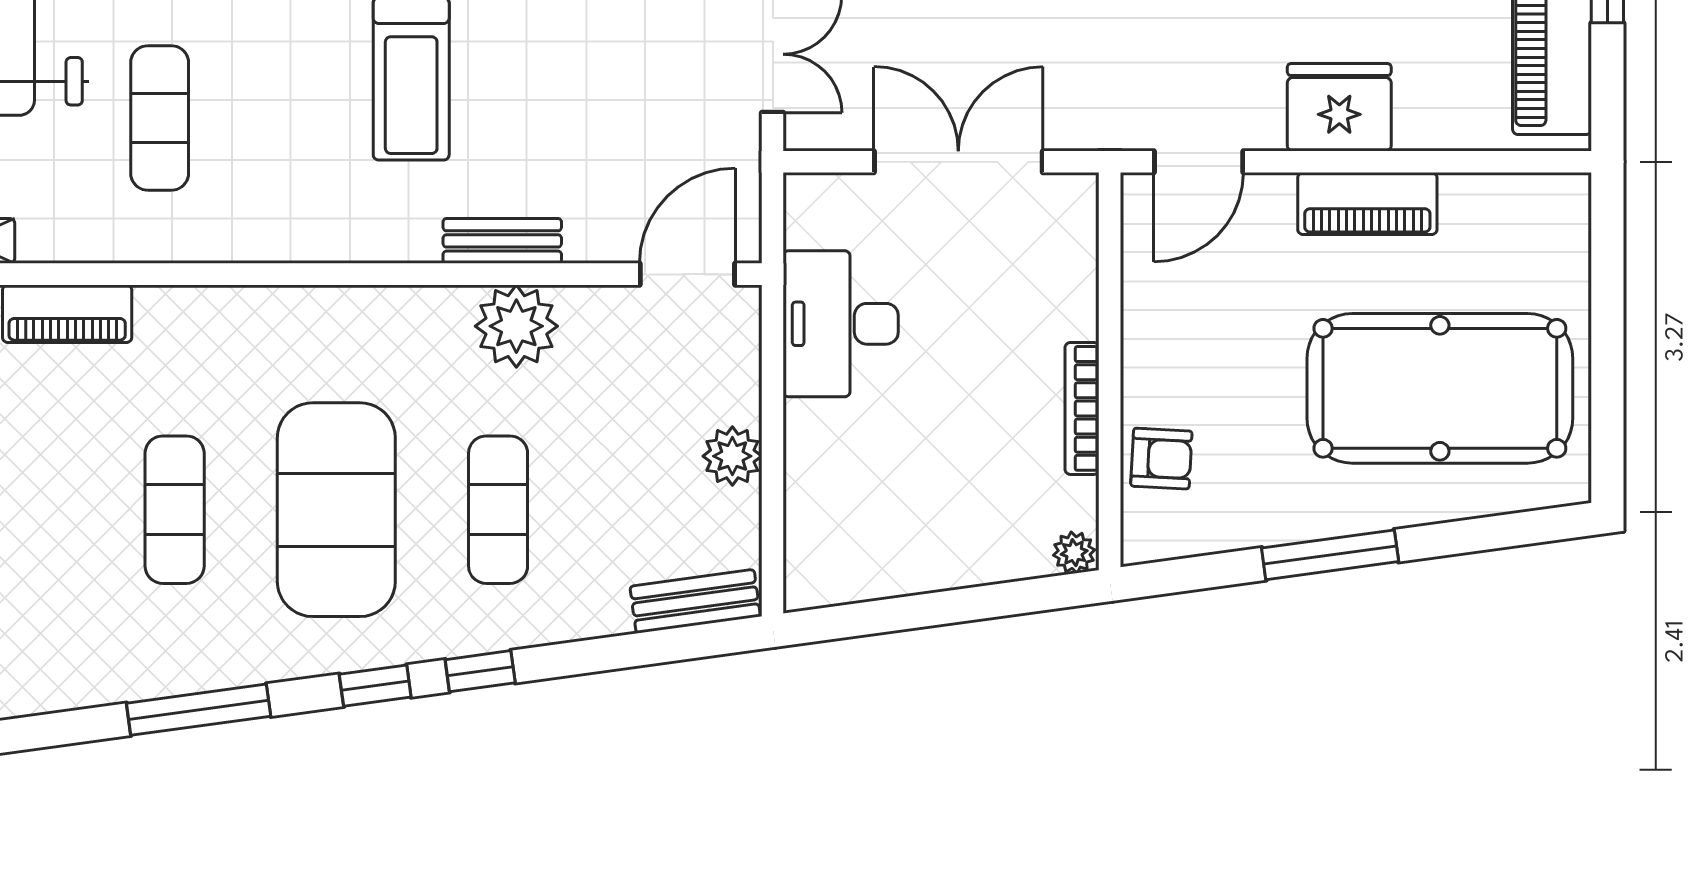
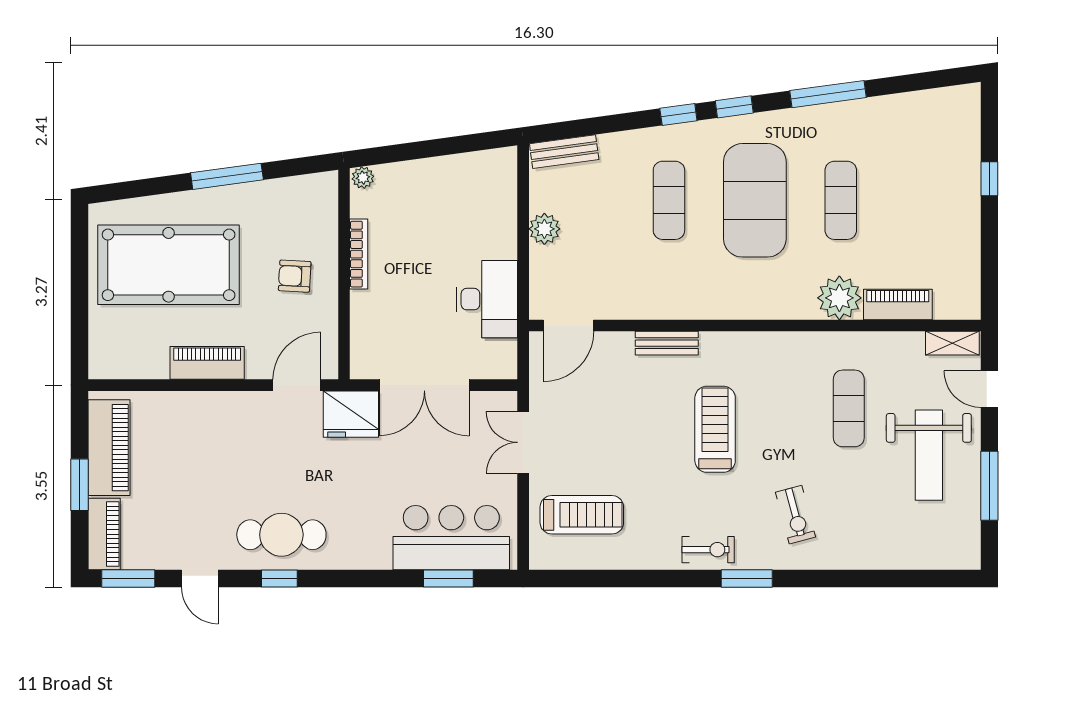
fridge: (1339, 107) -> (351, 414), moved
plant: (516, 326) -> (839, 298), moved
armchair: (1161, 459) -> (295, 276), moved

